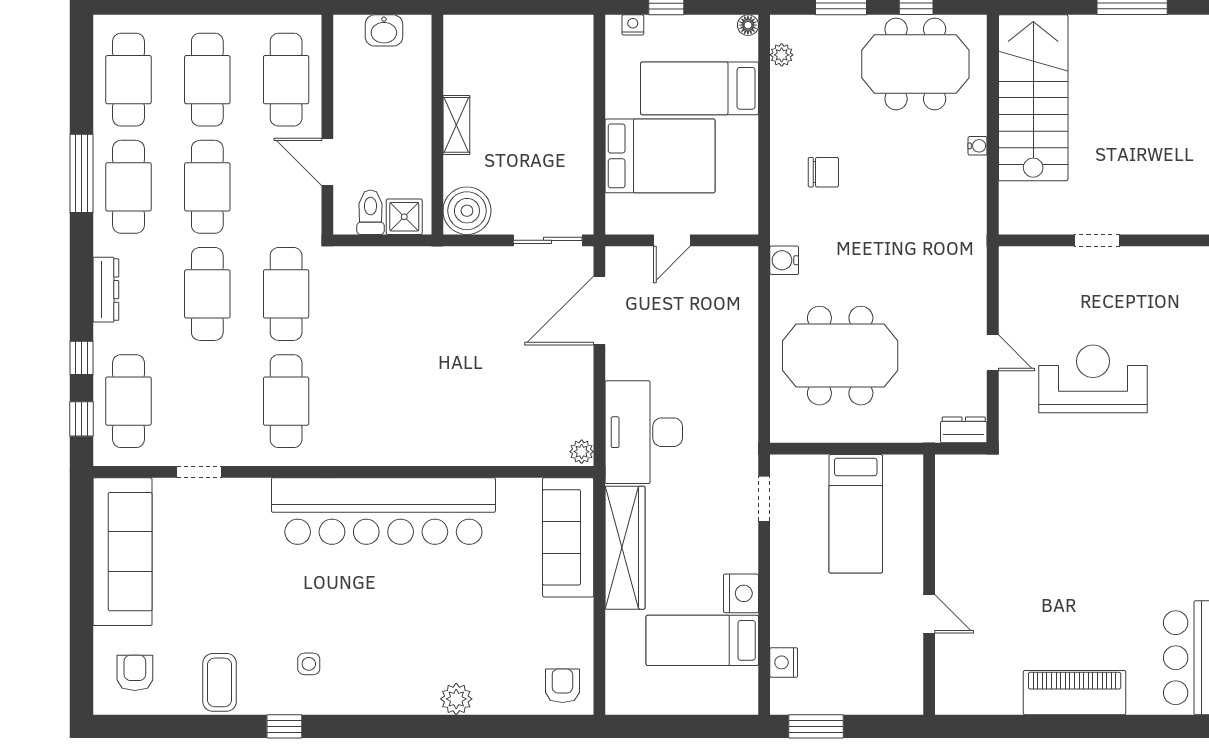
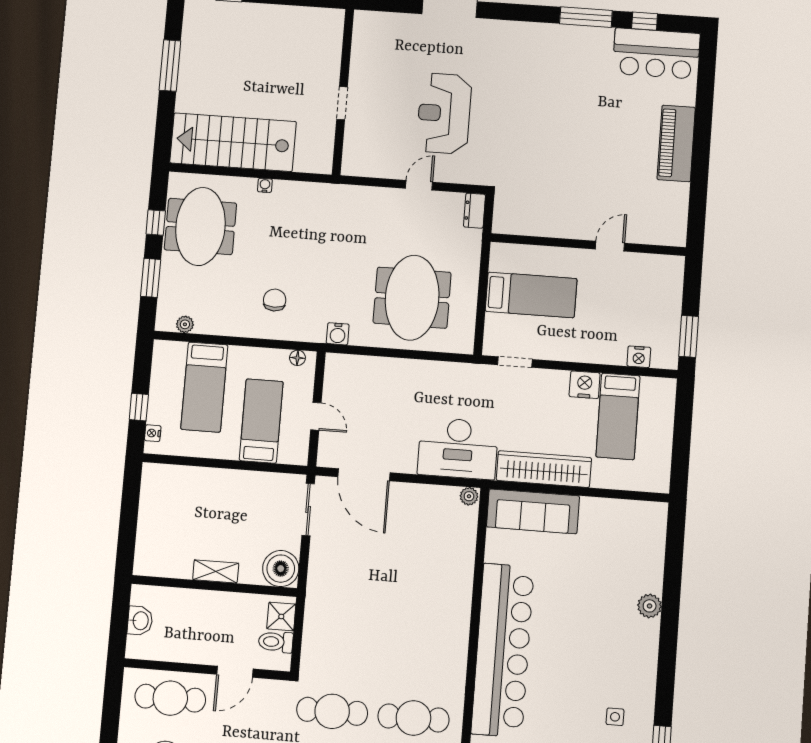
floor lamp: (748, 25) -> (297, 358), moved
bed: (660, 156) -> (261, 421), width x0.67
armchair: (562, 686) -> (645, 524), removed

